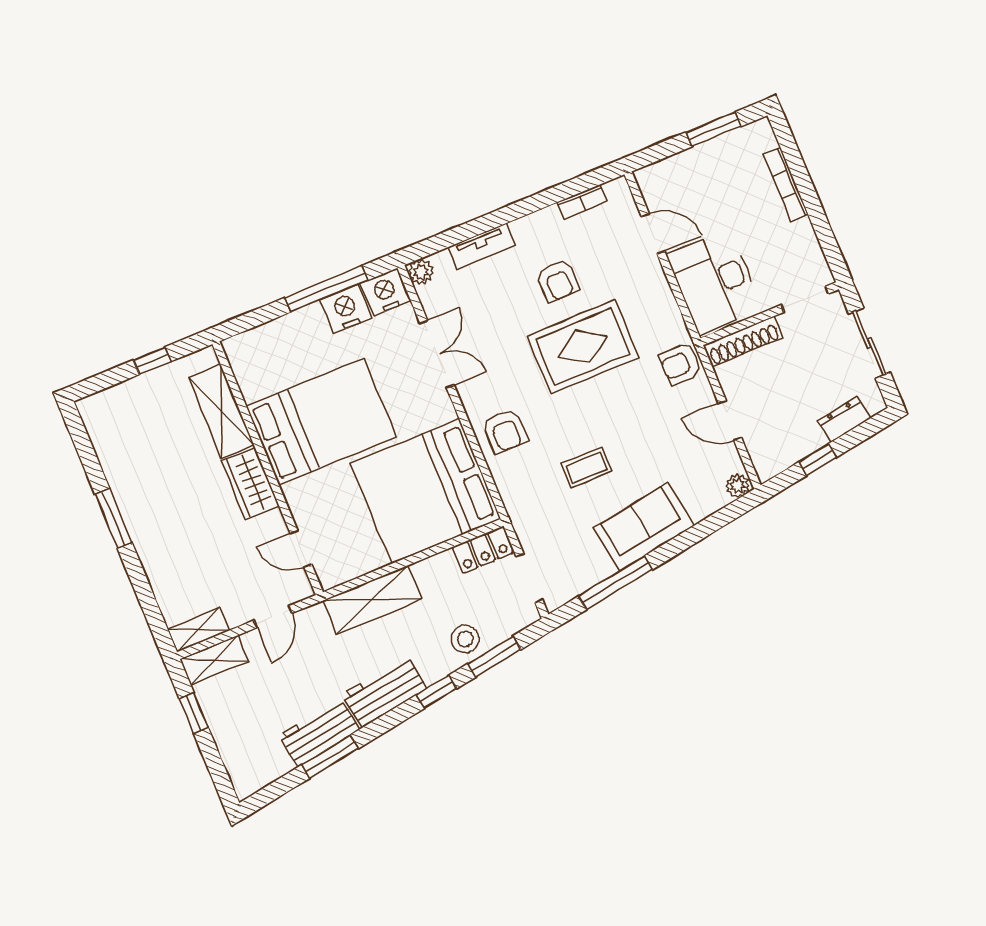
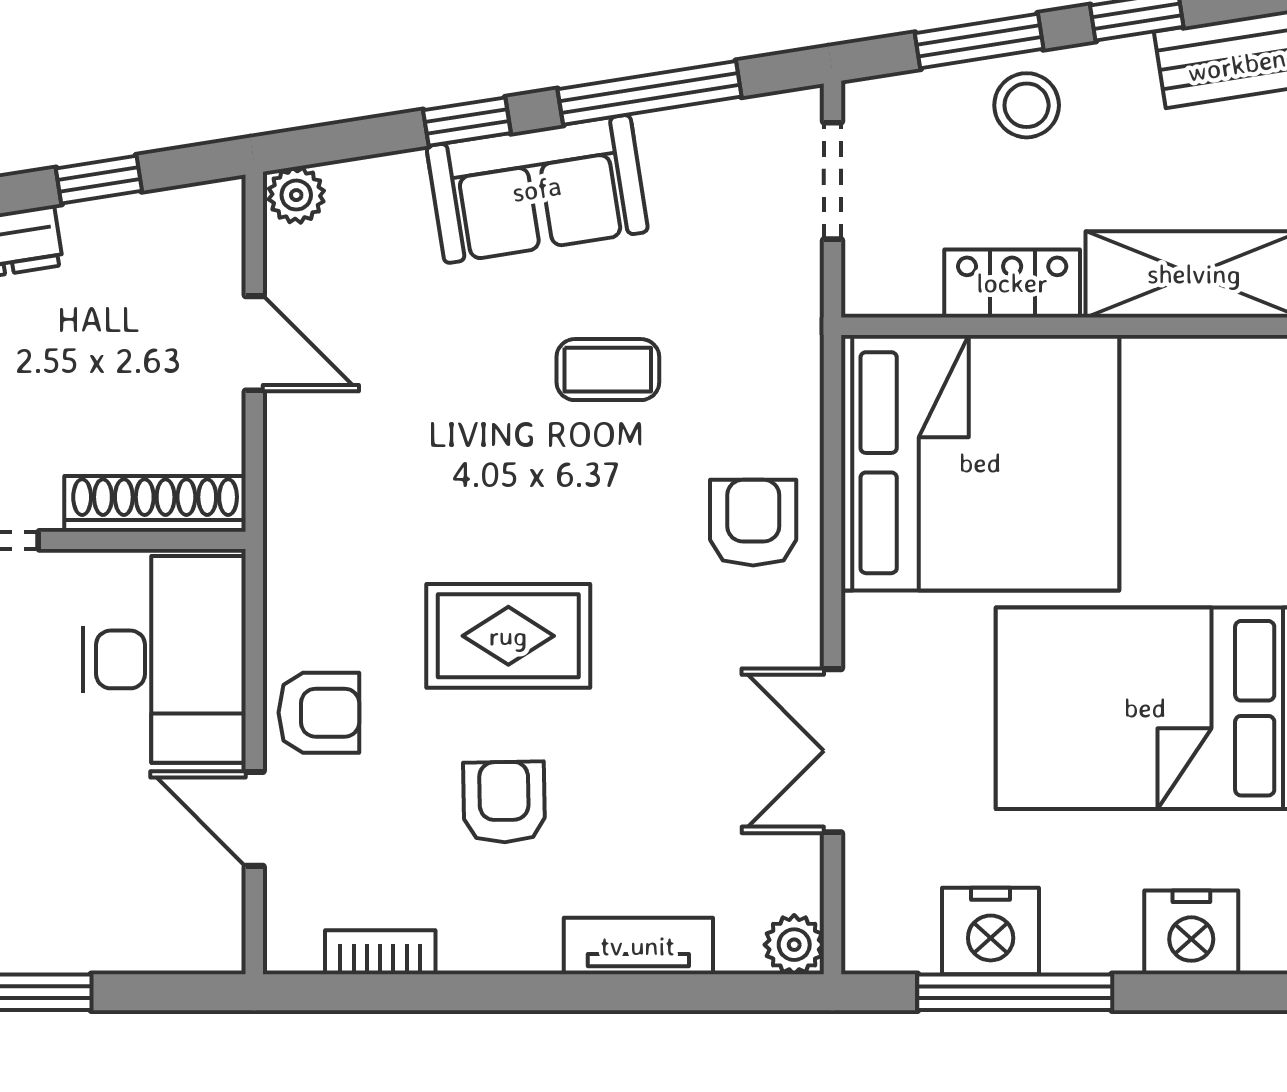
nightstand: (385, 292) -> (1191, 932), moved
rug: (583, 347) -> (508, 636), width x0.73, depth x0.70
armchair: (680, 364) -> (319, 713), moved
window: (682, 542) -> (467, 122), added
locker: (483, 550) -> (1012, 283), moved

